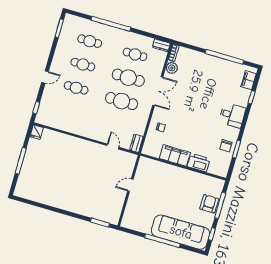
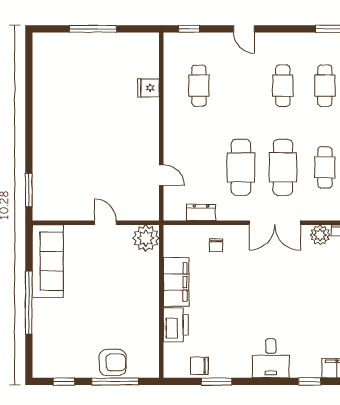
cafe table: (76, 88) -> (199, 86), moved
fridge: (37, 132) -> (148, 88), moved
dresser: (136, 143) -> (201, 212), moved
door: (113, 146) -> (161, 175), hinge flipped
chair: (226, 146) -> (199, 366), moved
plant: (146, 165) -> (146, 238), added
sofa: (181, 232) -> (48, 261), moved, width x0.74, depth x0.79

